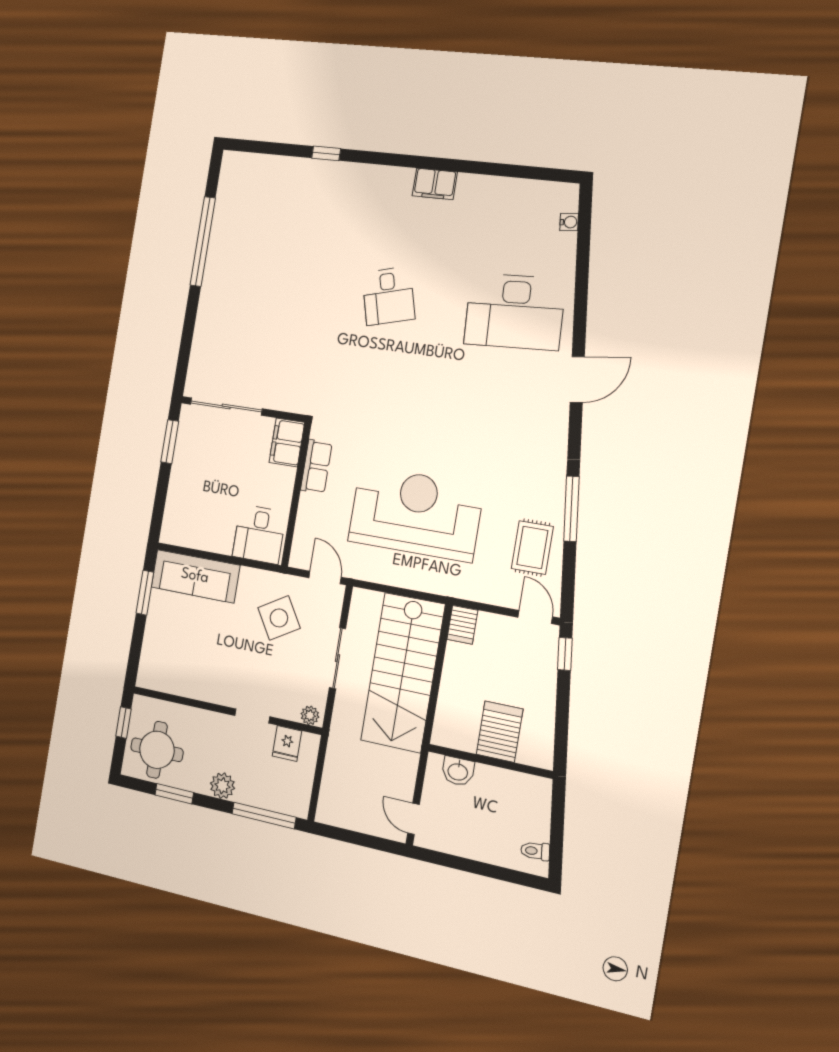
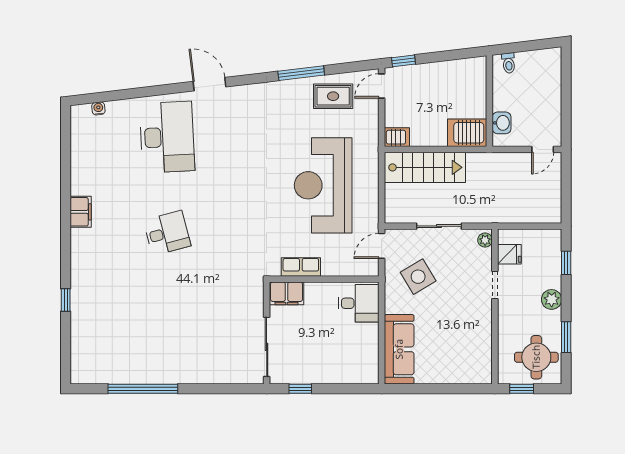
window: (170, 442) -> (300, 389), width x0.67
window: (145, 593) -> (419, 389), removed
stairs: (403, 673) -> (425, 167), width x0.73, depth x0.66
server rack: (500, 732) -> (467, 133), moved
window: (264, 816) -> (566, 263), width x0.46
toilet: (535, 851) -> (509, 63), moved

